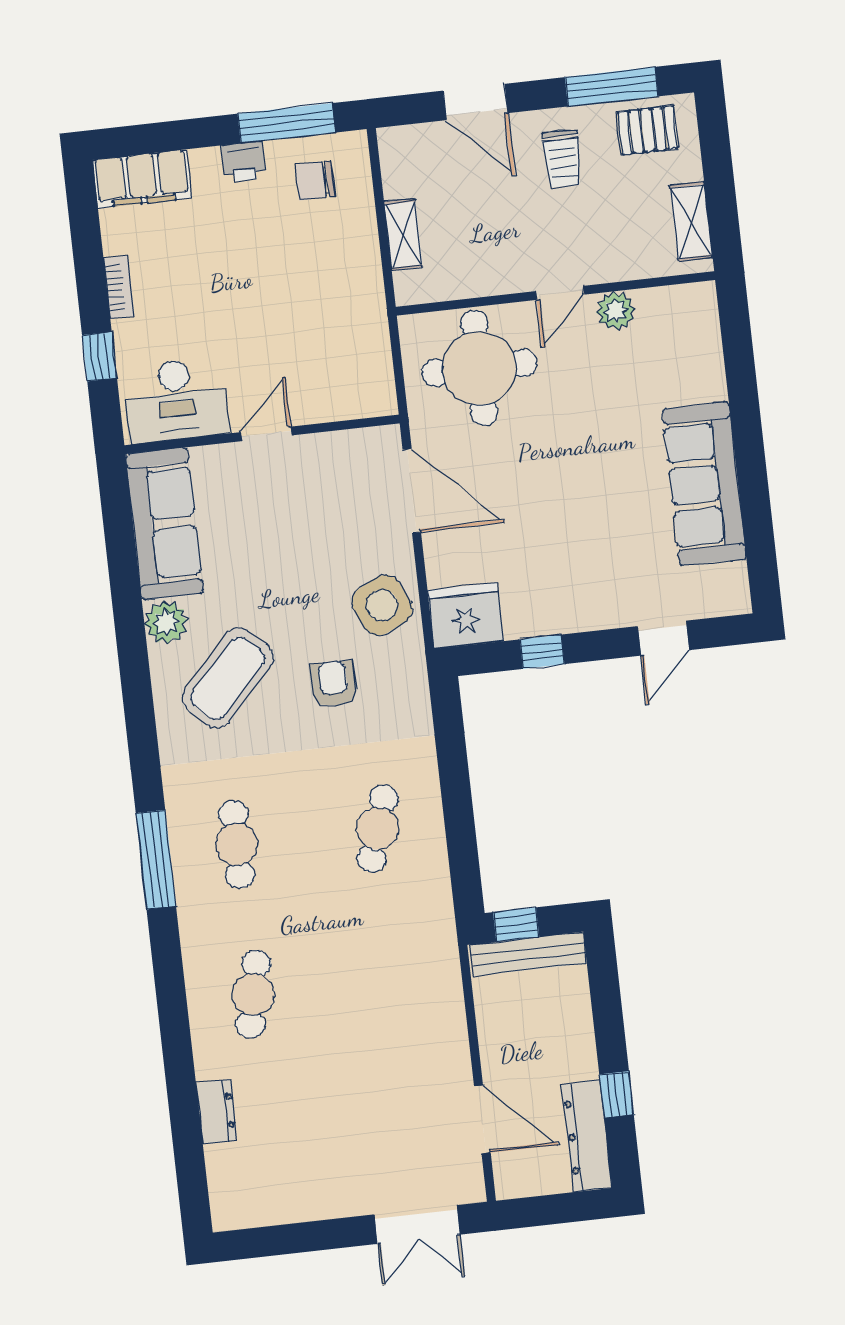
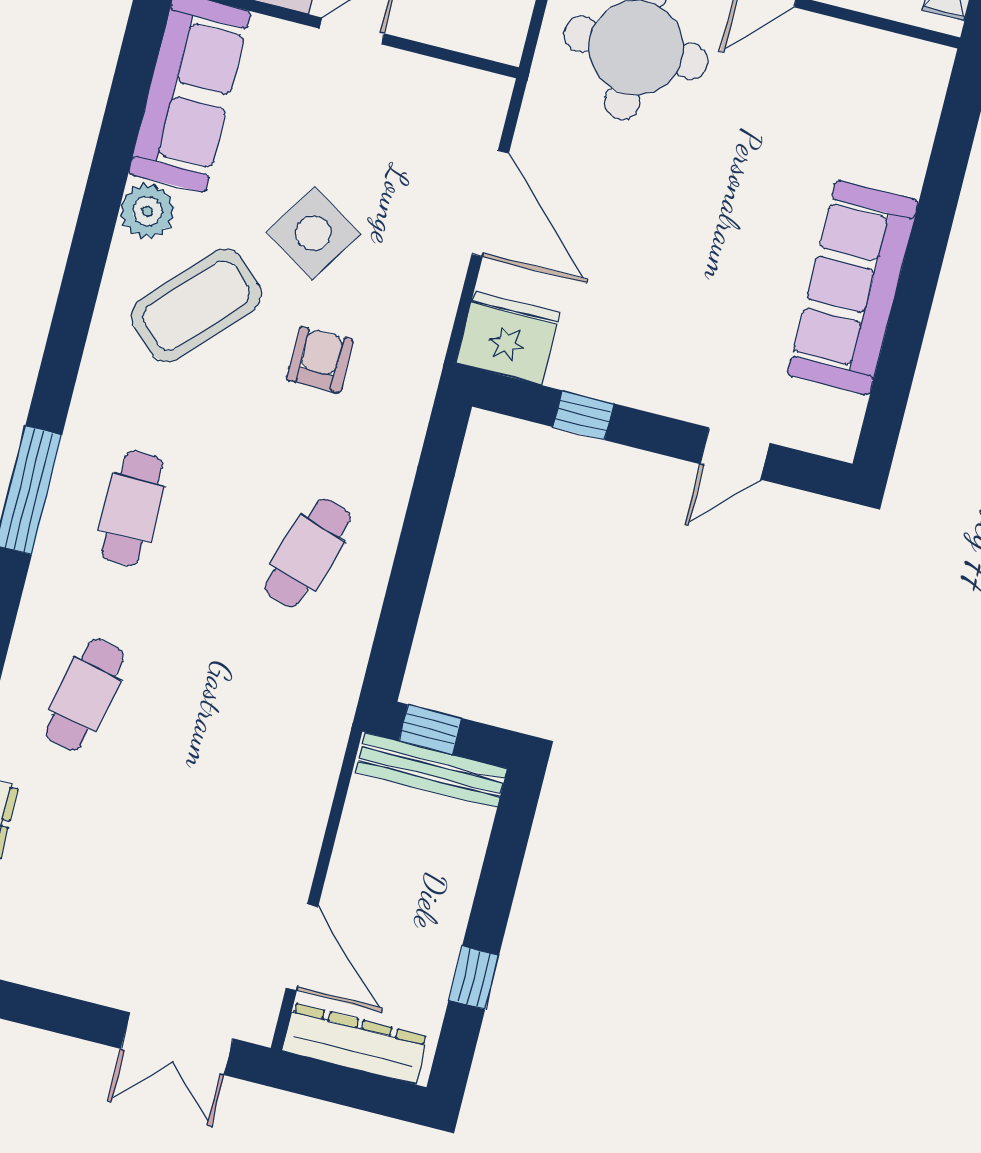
plant: (616, 311) -> (825, 41), removed
door: (412, 491) -> (490, 204), moved
side table: (382, 605) -> (314, 233), moved, turned -33
dresser: (587, 1136) -> (355, 1044), moved, turned 90

